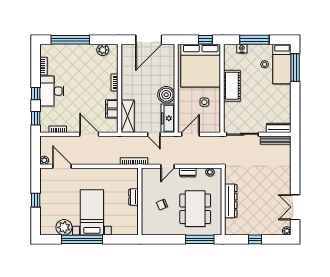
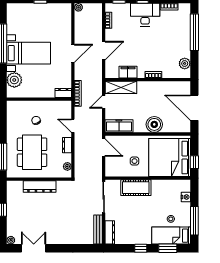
window: (254, 40) -> (194, 221), moved
window: (295, 67) -> (168, 248), width x0.69
cot: (232, 86) -> (136, 188), moved
boiler: (166, 95) -> (154, 124), moved
window: (295, 96) -> (141, 248), added
door: (154, 134) -> (104, 102), moved
door: (62, 166) -> (73, 53), moved
dresser: (134, 197) -> (63, 93), moved
dining table: (195, 209) -> (32, 152), turned 90
plant: (64, 227) -> (14, 80), moved

